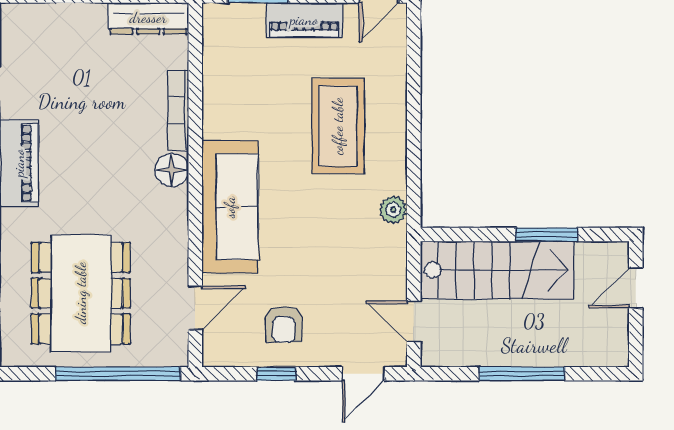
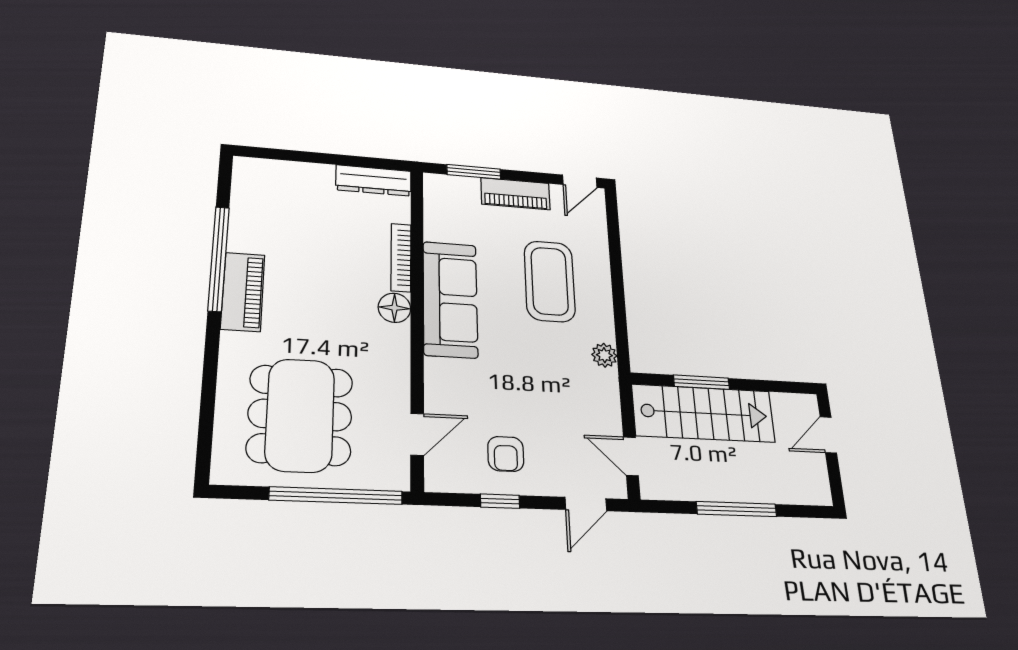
sofa: (230, 207) -> (450, 299), moved
window: (547, 235) -> (702, 382), moved

